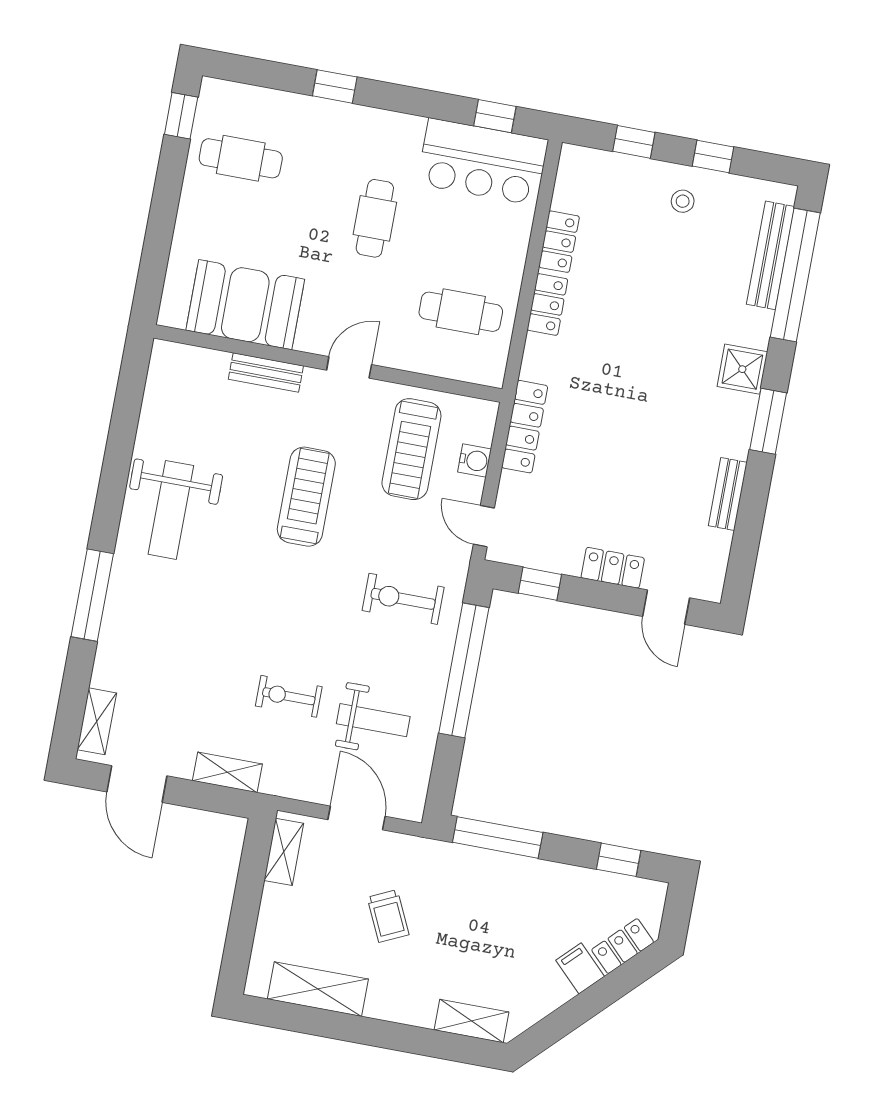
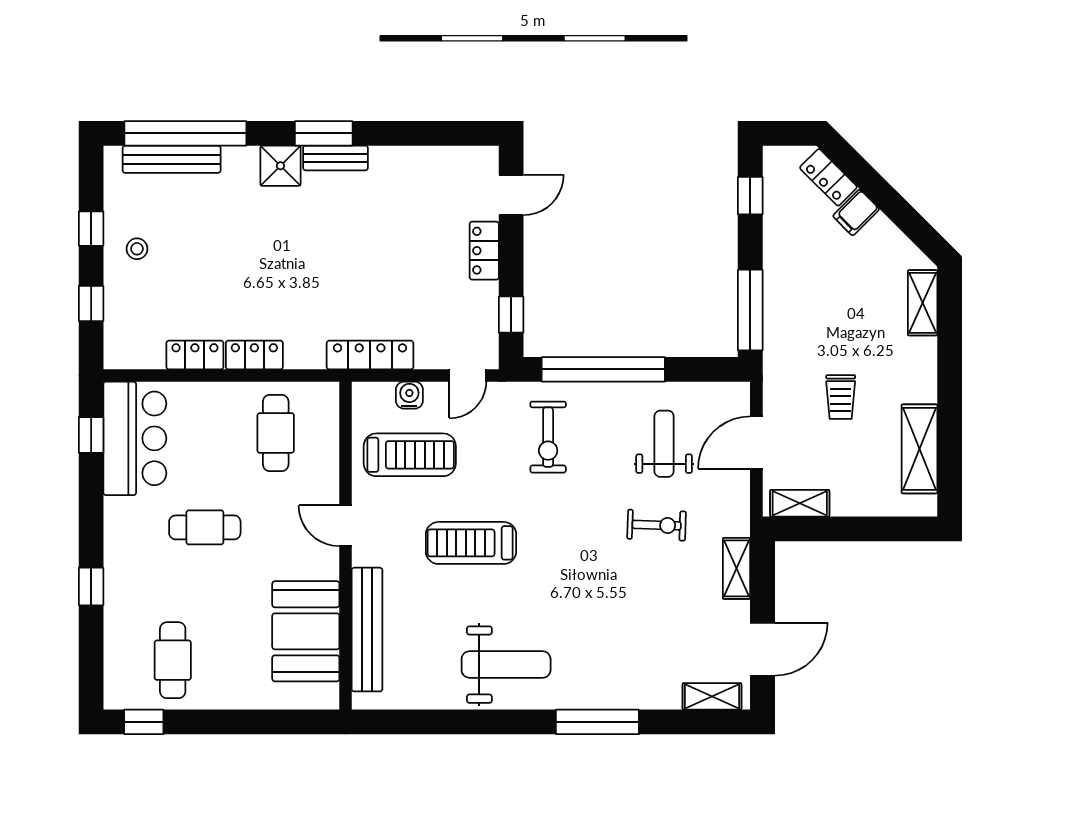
bench: (266, 373) -> (367, 630), width x1.86, depth x1.21
bench: (728, 494) -> (335, 158), moved
exercise bike: (289, 696) -> (657, 525), turned -88
trolley: (388, 916) -> (841, 397), turned 115

